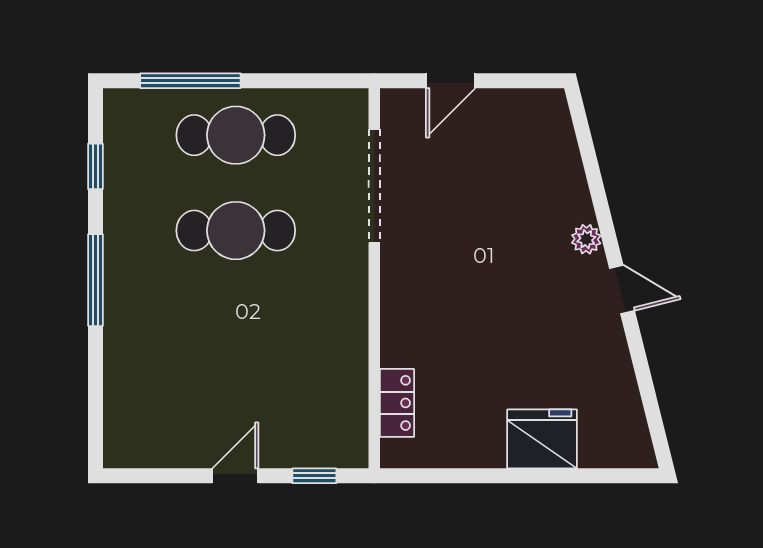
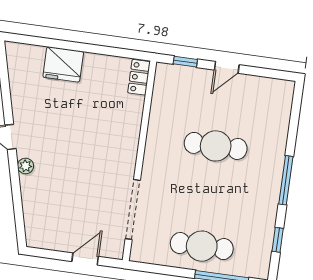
cafe table: (236, 231) -> (216, 146), moved
locker: (397, 403) -> (139, 77), moved

